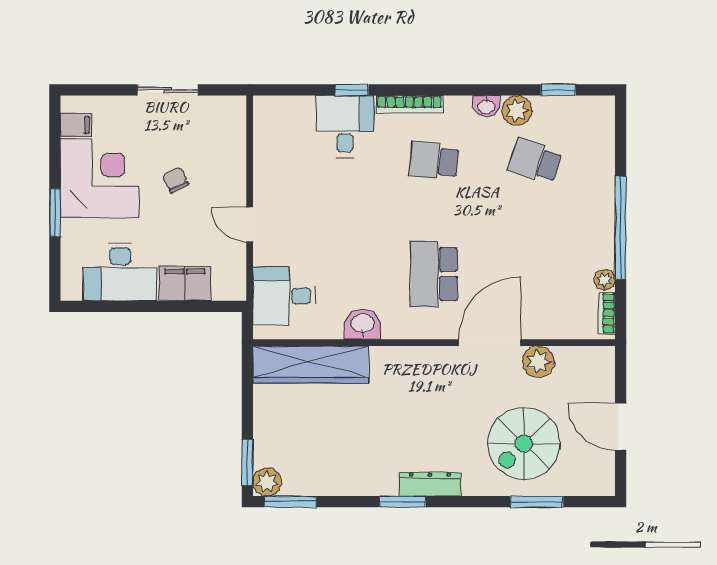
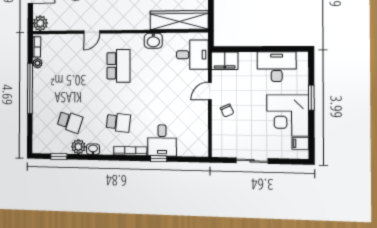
chair: (176, 180) -> (227, 111), moved
door: (250, 224) -> (210, 91), swing flipped
filing cabinet: (185, 284) -> (225, 61), moved
door: (490, 343) -> (92, 32), width x0.53
plant: (538, 362) -> (40, 23), moved

